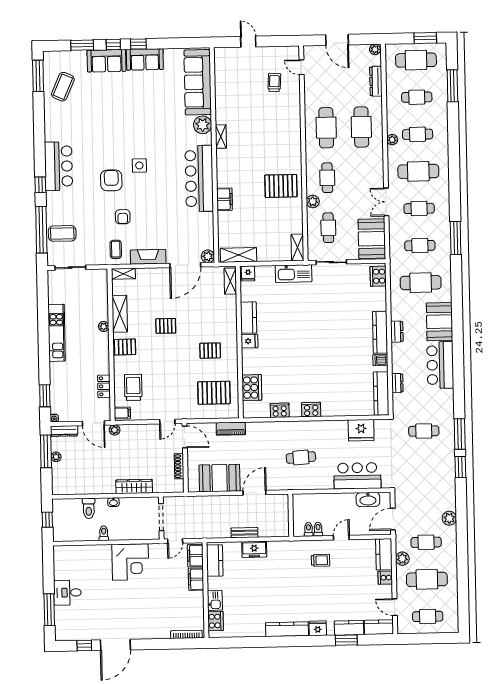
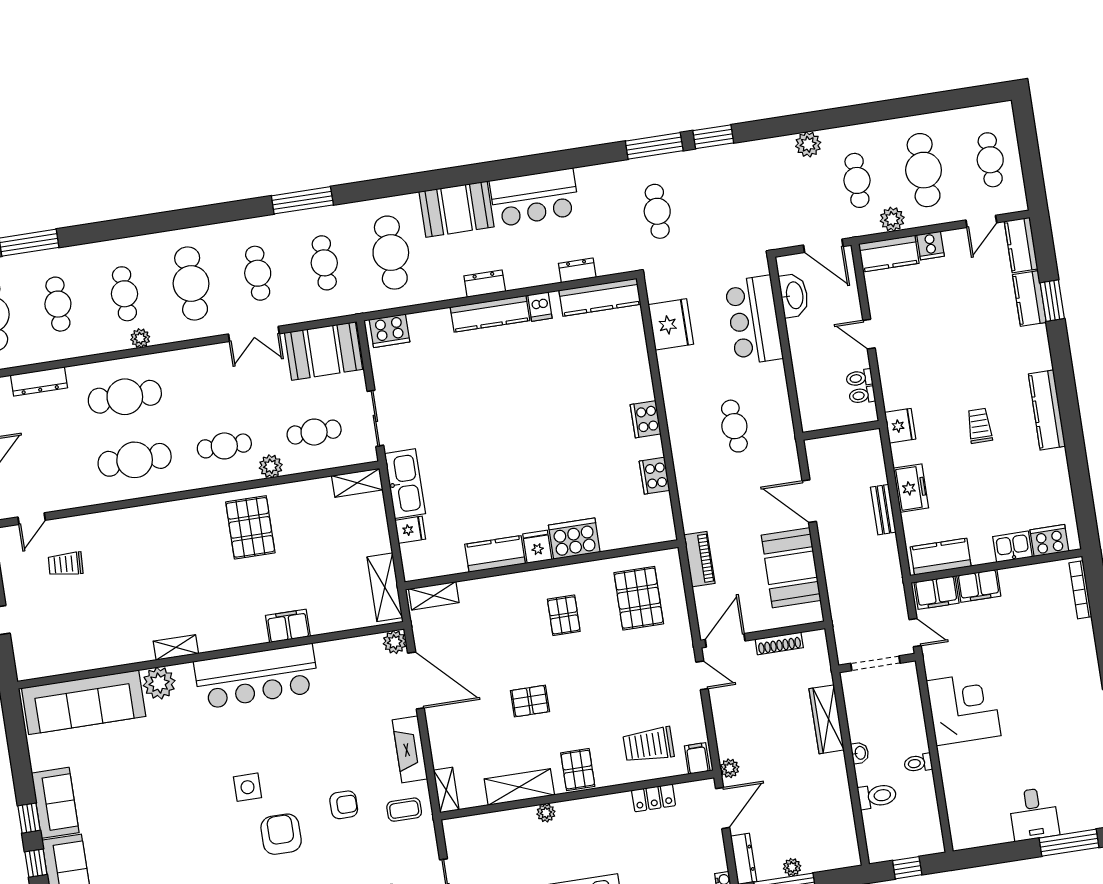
armchair: (111, 180) -> (281, 834), turned 90
fridge: (248, 273) -> (410, 530), moved
pallet: (166, 326) -> (530, 701), turned 90
cooker: (252, 388) -> (574, 539), moved
trolley: (320, 560) -> (979, 426), moved
fridge: (318, 628) -> (900, 426), moved, turned 180

